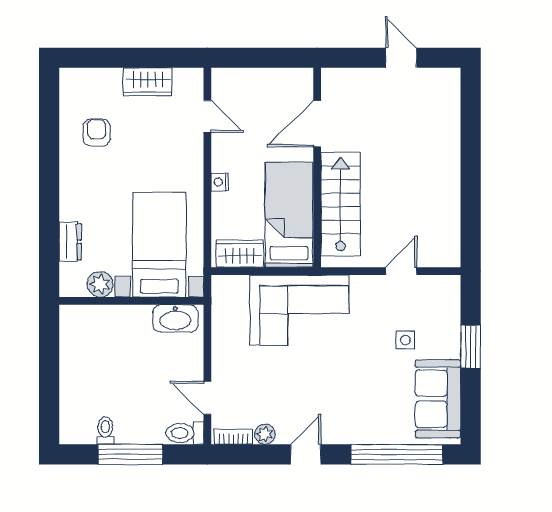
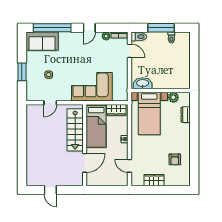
sofa: (438, 399) -> (42, 41), moved, turned 90

